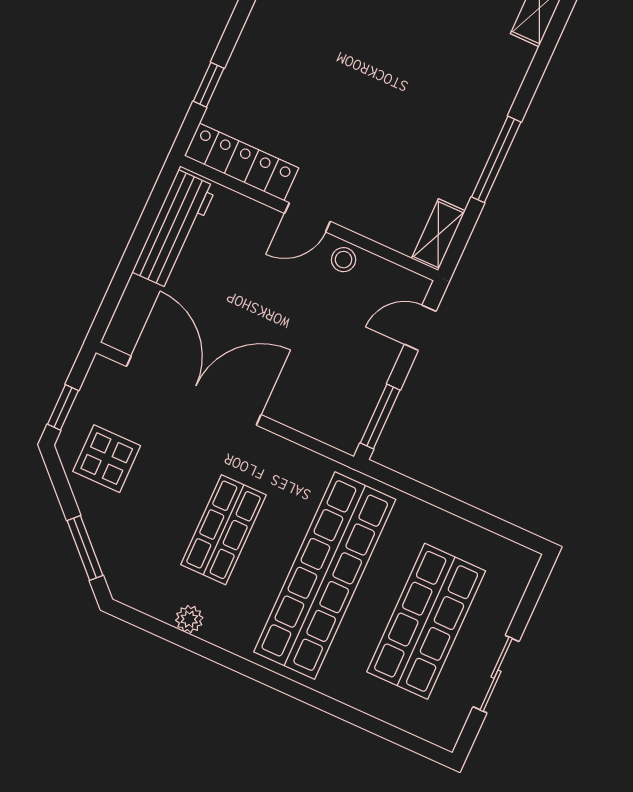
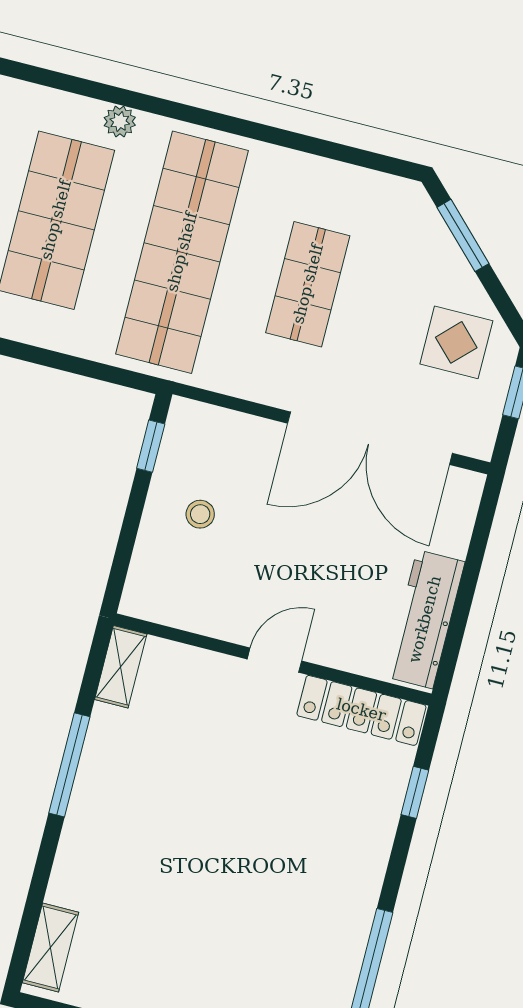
stool: (344, 260) -> (200, 514), moved
door: (420, 328) -> (123, 556), removed
window: (380, 416) -> (151, 446), width x0.67
plant: (189, 619) -> (120, 121), moved

